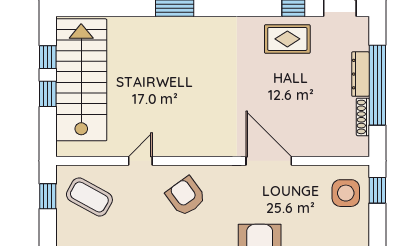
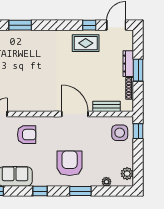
window: (377, 85) -> (138, 70), width x0.47
bench: (323, 148) -> (107, 106), added
armchair: (186, 196) -> (27, 135), turned 126

